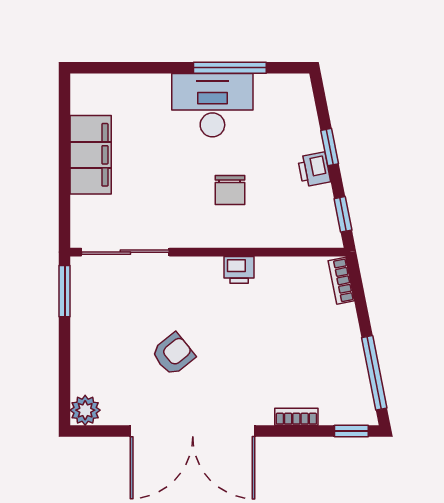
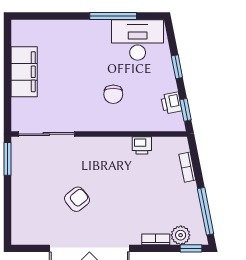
desk: (212, 105) -> (138, 40), moved
printer: (314, 169) -> (171, 103), moved
printer: (239, 270) -> (142, 145), moved
bookcase: (341, 281) -> (187, 167), moved
plant: (85, 410) -> (181, 235), moved

